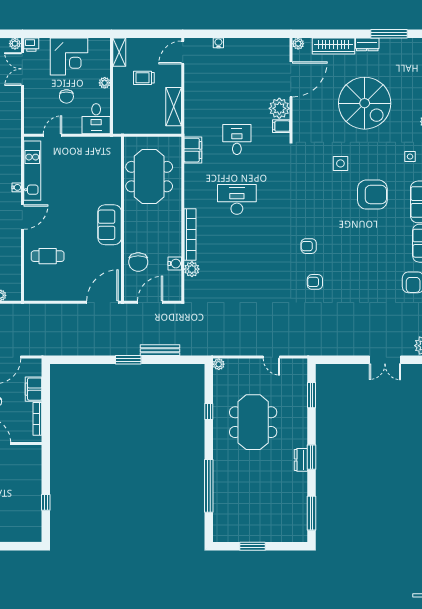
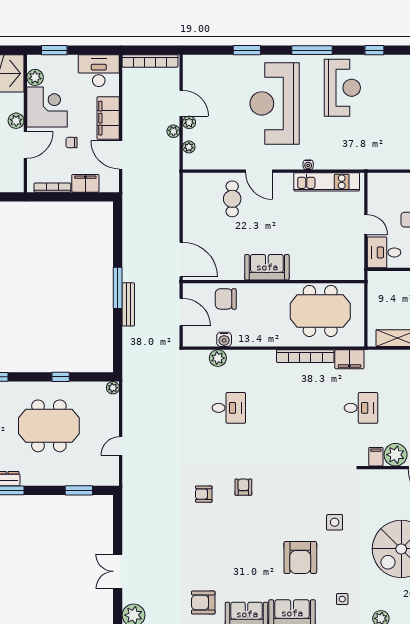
door: (53, 135) -> (366, 225), moved
desk: (237, 199) -> (229, 408), moved, width x0.73
door: (22, 217) -> (259, 171), moved
bookcase: (190, 234) -> (305, 356), moved
armchair: (315, 282) -> (204, 494), turned -90
bench: (160, 350) -> (128, 304), moved
window: (128, 360) -> (118, 288), width x1.44

